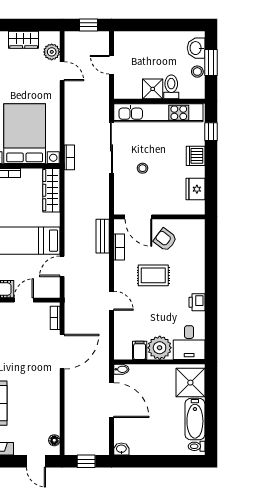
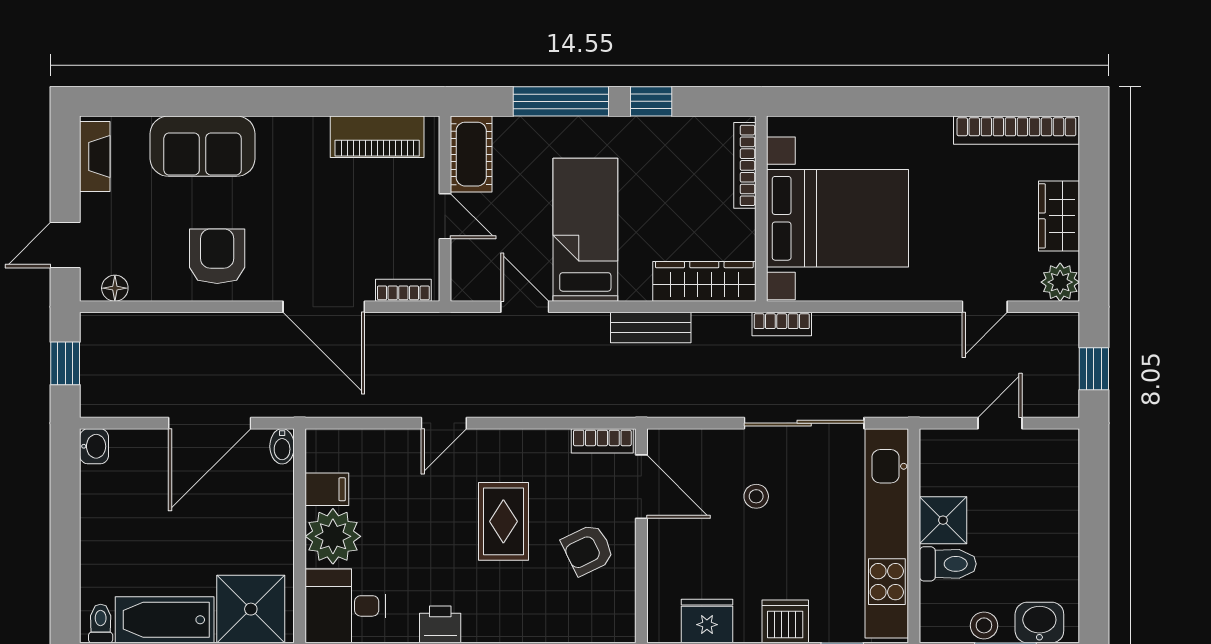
plant: (52, 52) -> (1060, 282), moved
door: (138, 217) -> (641, 487), swing flipped
bench: (103, 236) -> (651, 328), moved
armchair: (165, 240) -> (588, 550), turned -153
bookcase: (119, 247) -> (602, 441), moved
armchair: (41, 397) -> (217, 256), added

